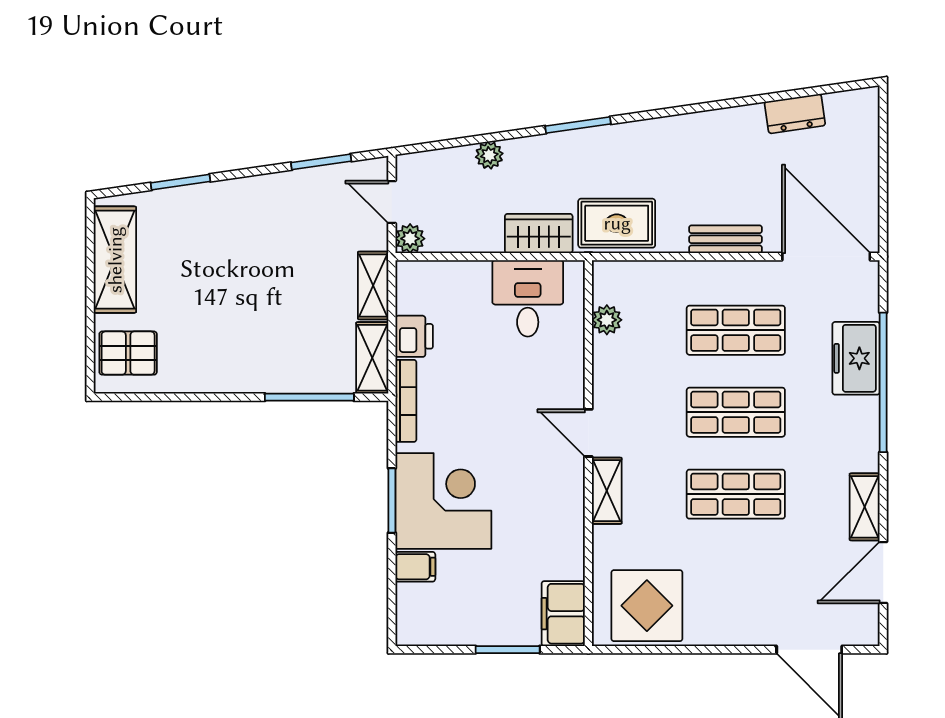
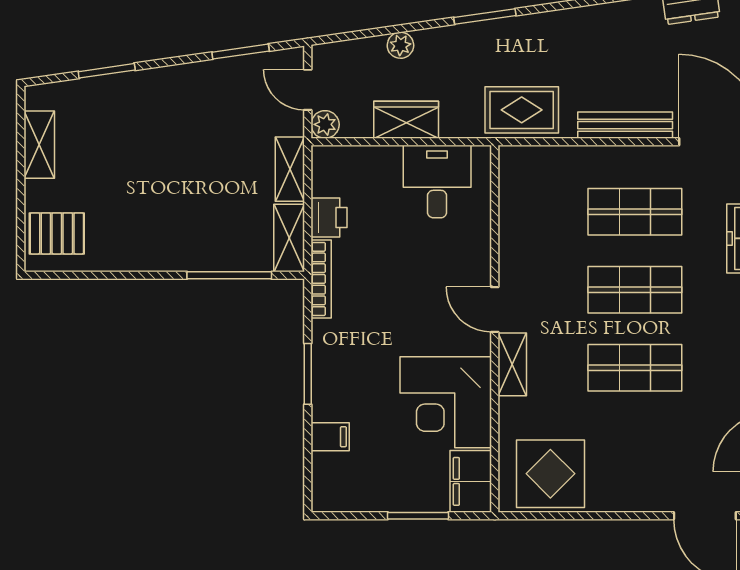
wardrobe: (539, 233) -> (406, 120), moved
bench: (726, 239) -> (625, 125), width x1.36
shelving: (115, 260) -> (39, 145), width x0.67, depth x0.75
plant: (607, 320) -> (512, 202), removed
corner desk: (443, 501) -> (446, 402), moved, turned 180

